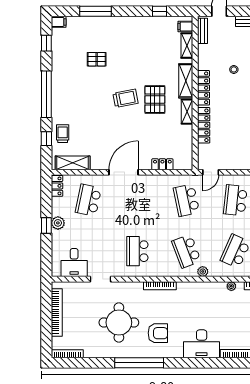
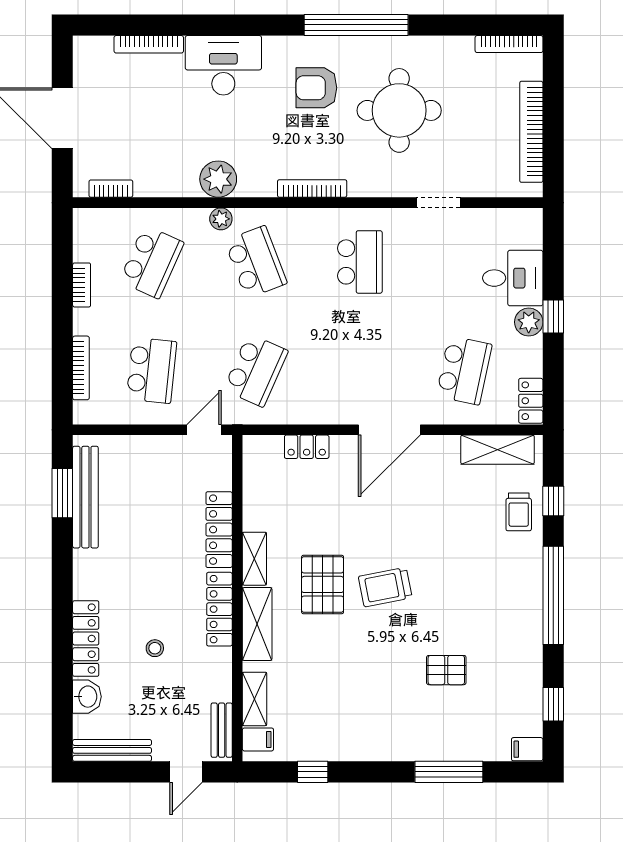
school desk: (186, 200) -> (256, 370), turned 36
desk: (74, 263) -> (513, 278), moved, turned 90
plant: (231, 286) -> (218, 179), moved, width x1.88, depth x1.88

